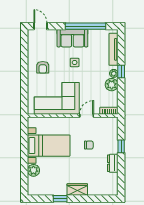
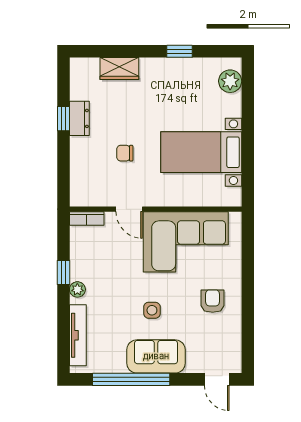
window: (121, 72) -> (63, 273), moved
plant: (112, 85) -> (82, 268), removed
door: (87, 116) -> (129, 209), hinge flipped
window: (121, 146) -> (63, 119), moved
plant: (33, 170) -> (230, 81), moved
wardrobe: (77, 190) -> (119, 69), moved

